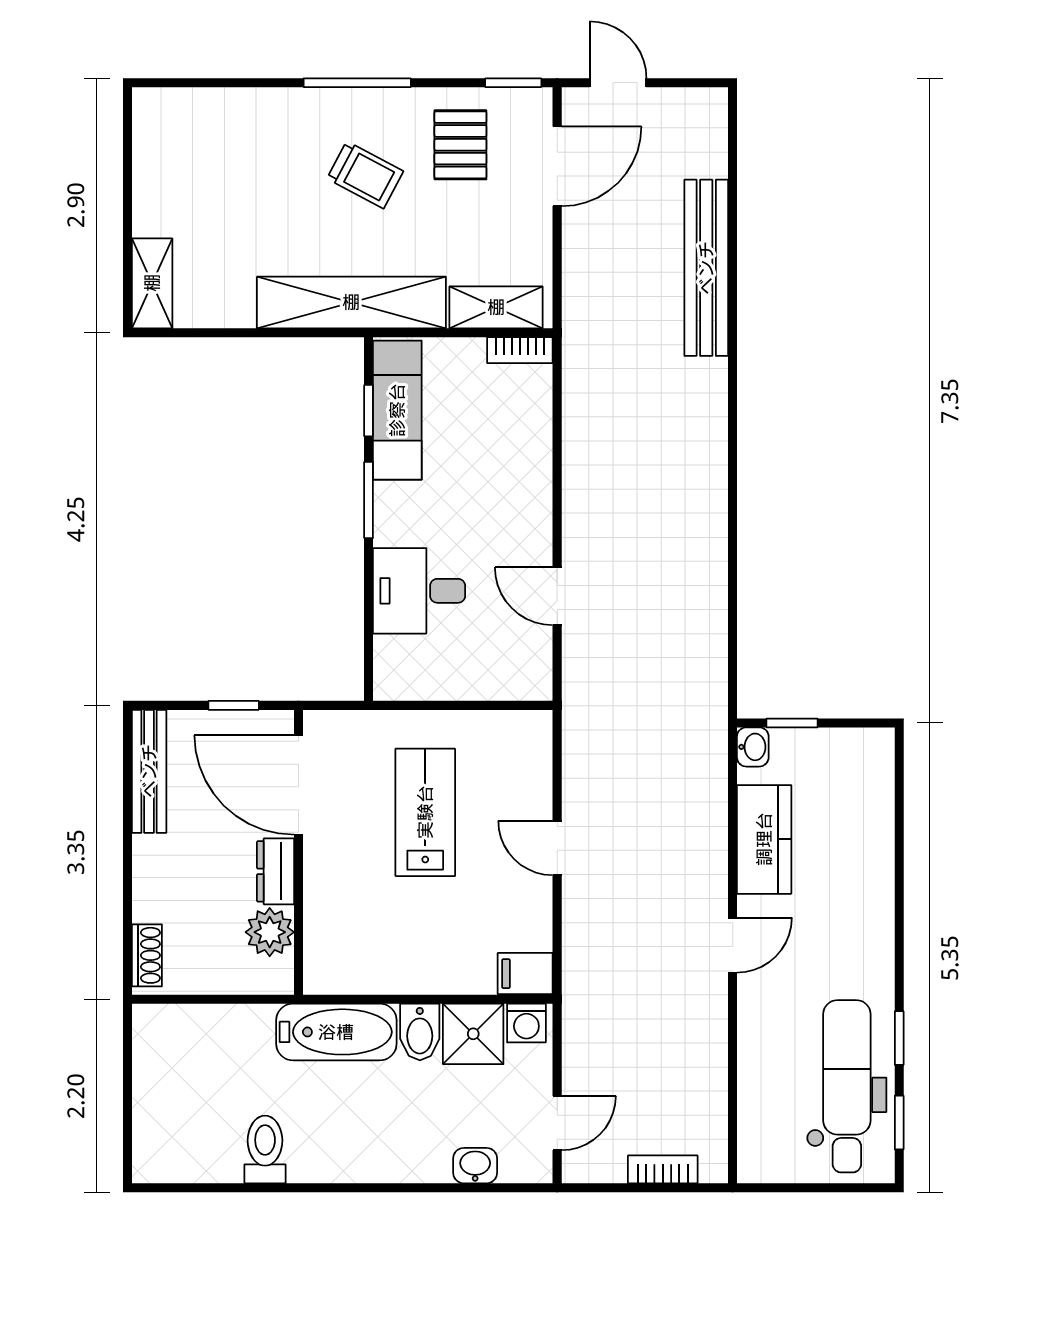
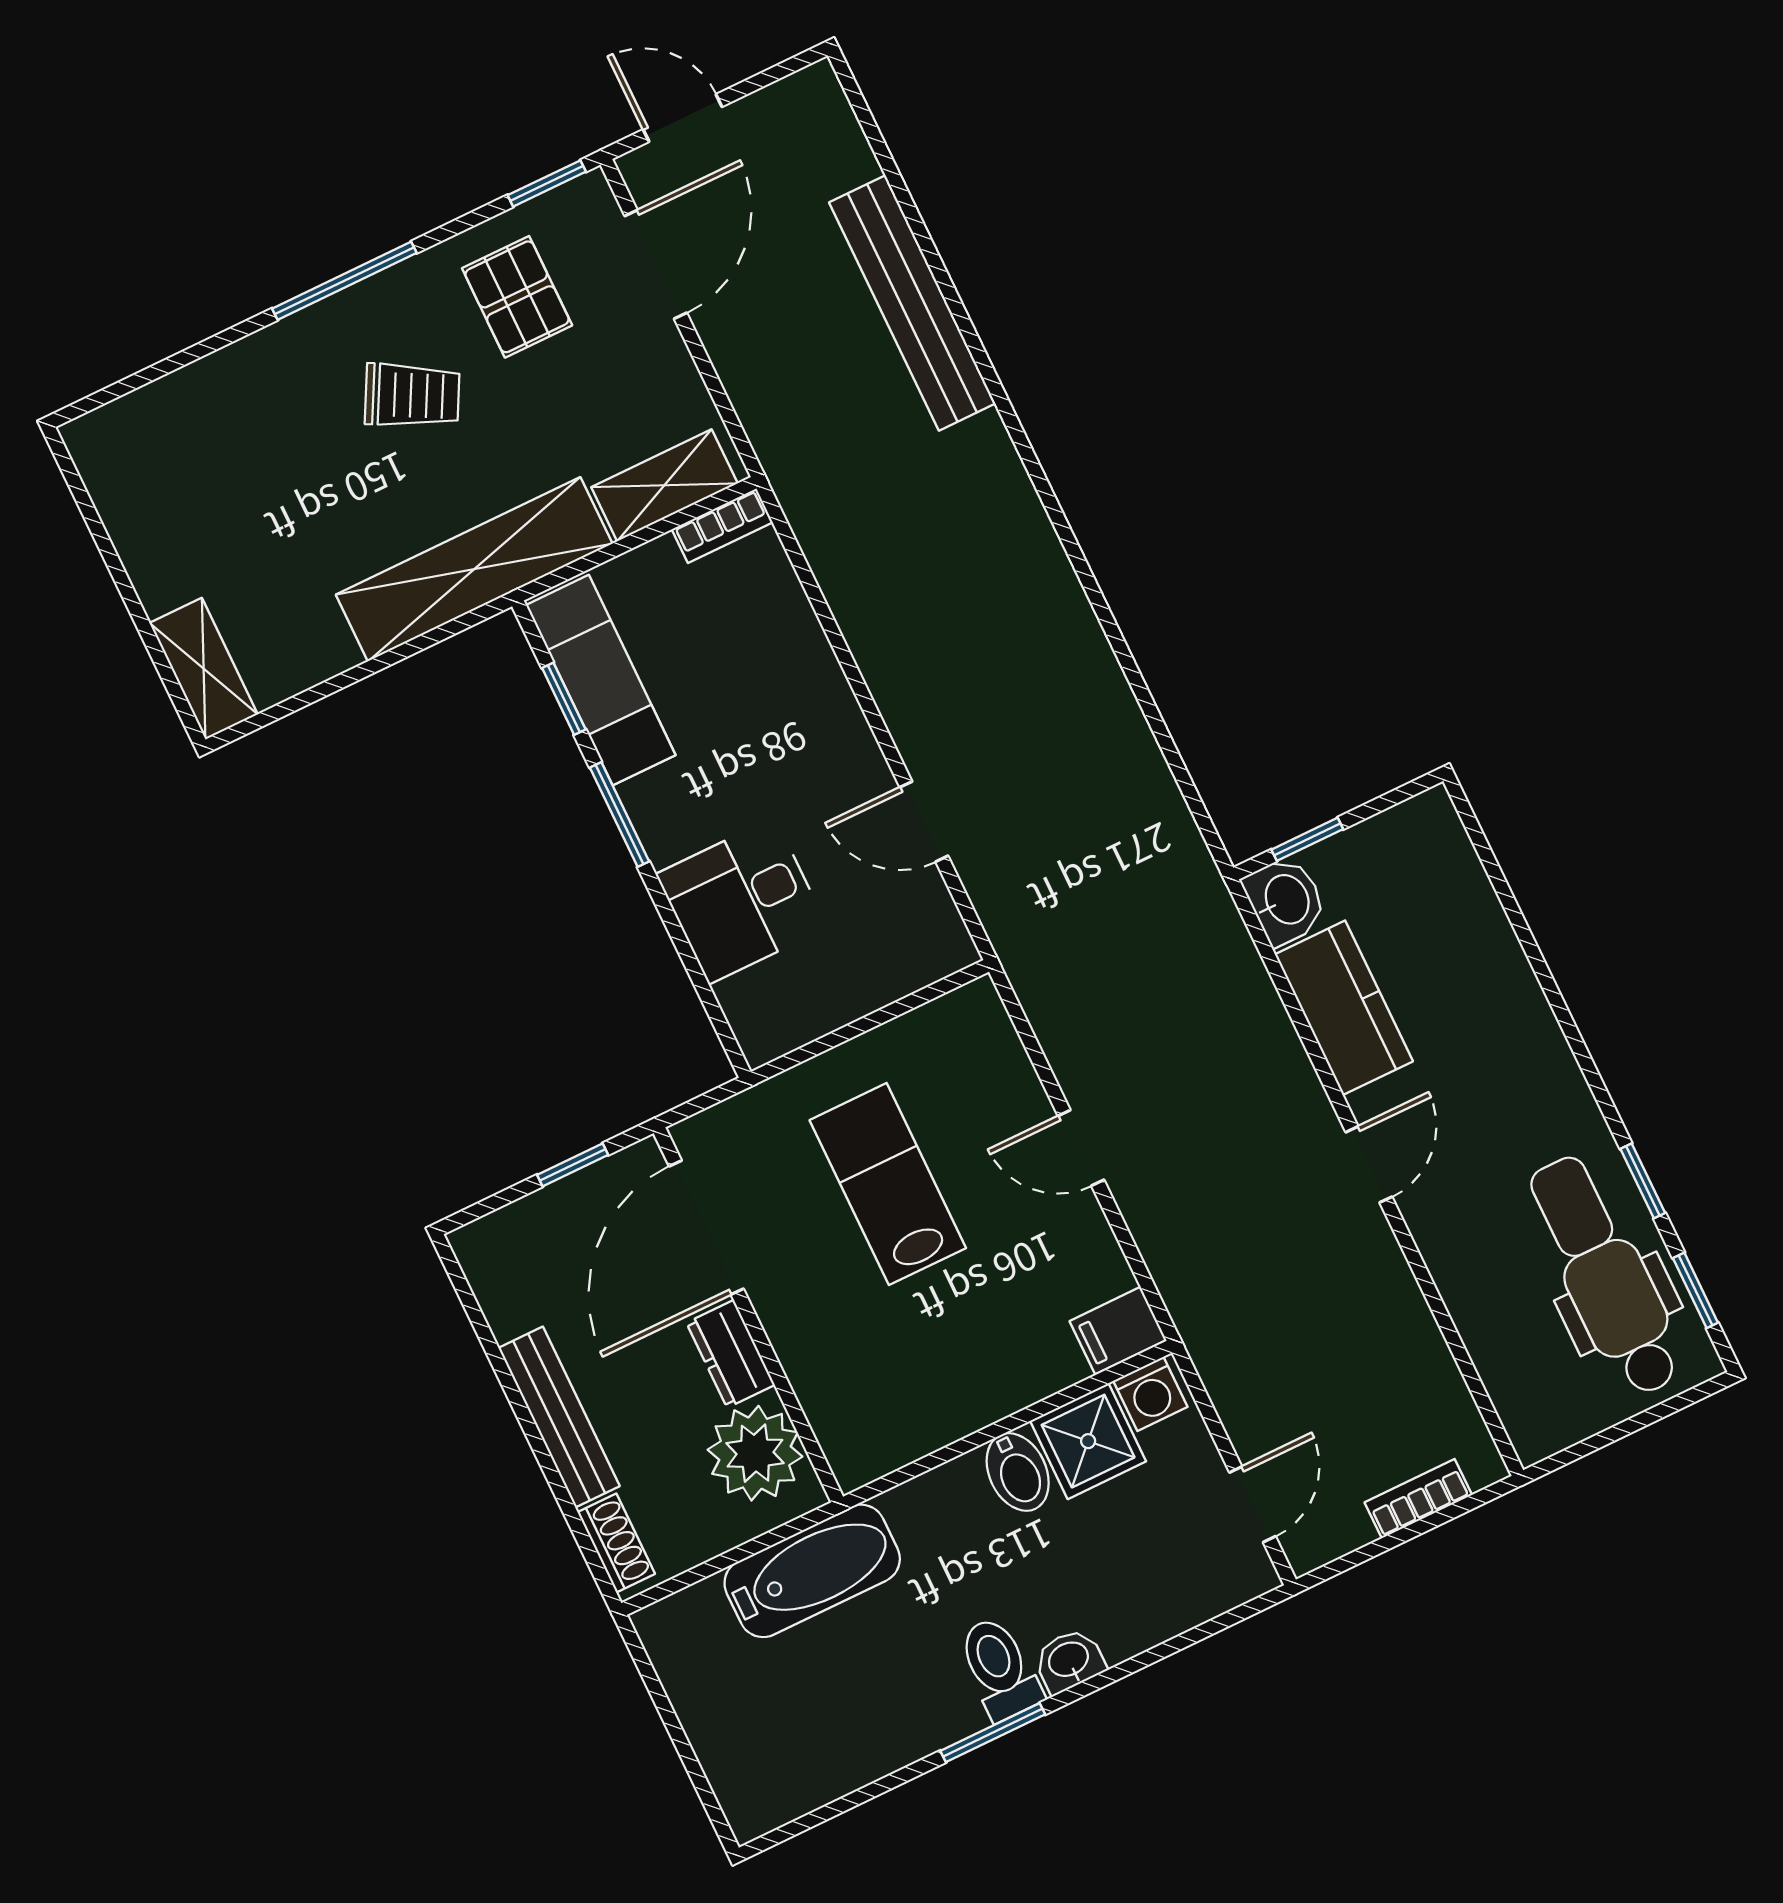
washbasin: (753, 747) -> (1285, 900), width x1.38, depth x1.45
bench: (149, 771) -> (559, 1417), moved
door: (298, 785) -> (706, 1228), hinge flipped
plant: (270, 932) -> (755, 1453), width x1.36, depth x1.36
bathtub: (336, 1032) -> (812, 1571), moved
toilet: (265, 1149) -> (999, 1668), moved
washbasin: (475, 1166) -> (1069, 1661), moved
window: (326, 1188) -> (993, 1733), added

